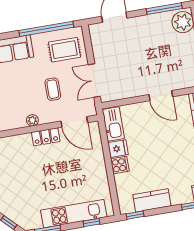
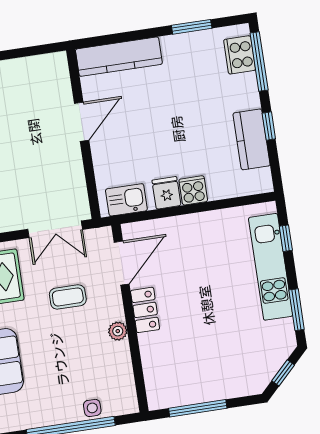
kitchen sink: (113, 124) -> (126, 200), width x0.73
window: (135, 215) -> (269, 126), moved

